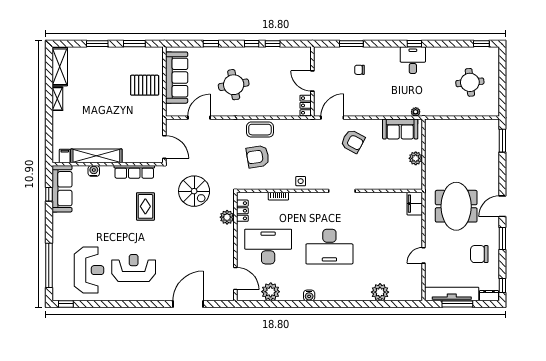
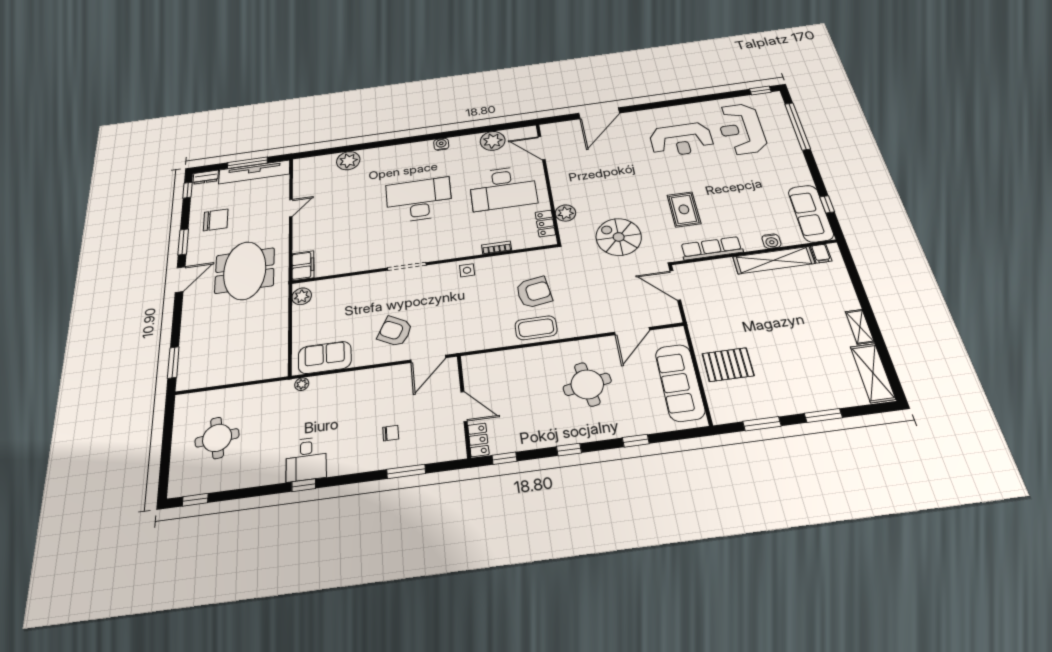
window: (273, 44) -> (504, 458), moved
locker: (306, 105) -> (478, 440), moved
plant: (416, 158) -> (302, 296), moved

